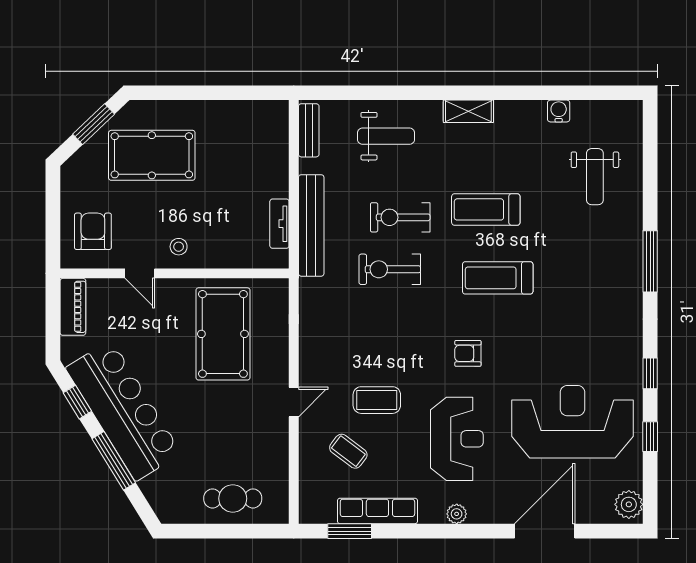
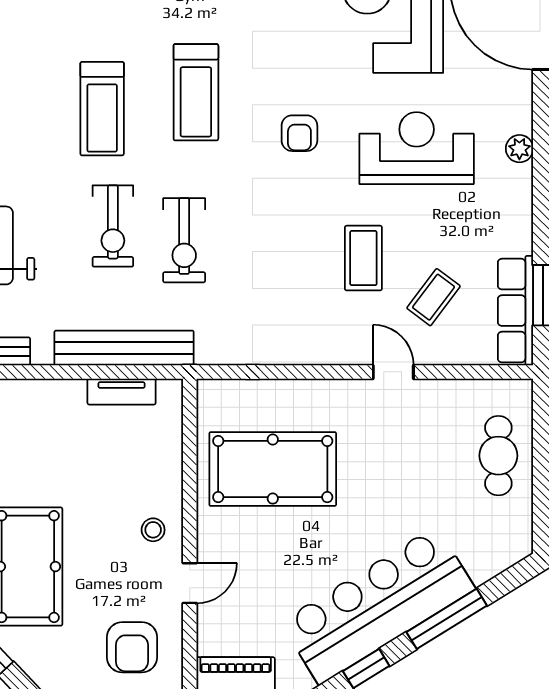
armchair: (93, 231) -> (132, 647), turned -90
door: (294, 402) -> (393, 372), moved
row of seats: (377, 511) -> (515, 311), moved

